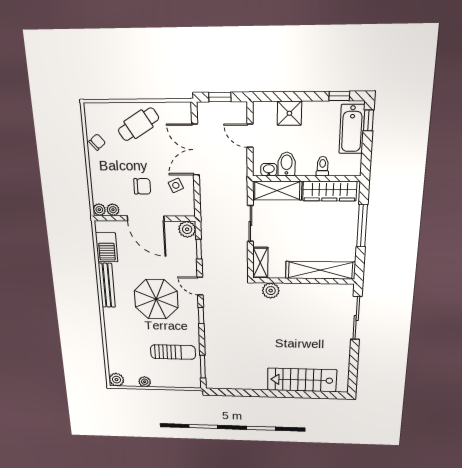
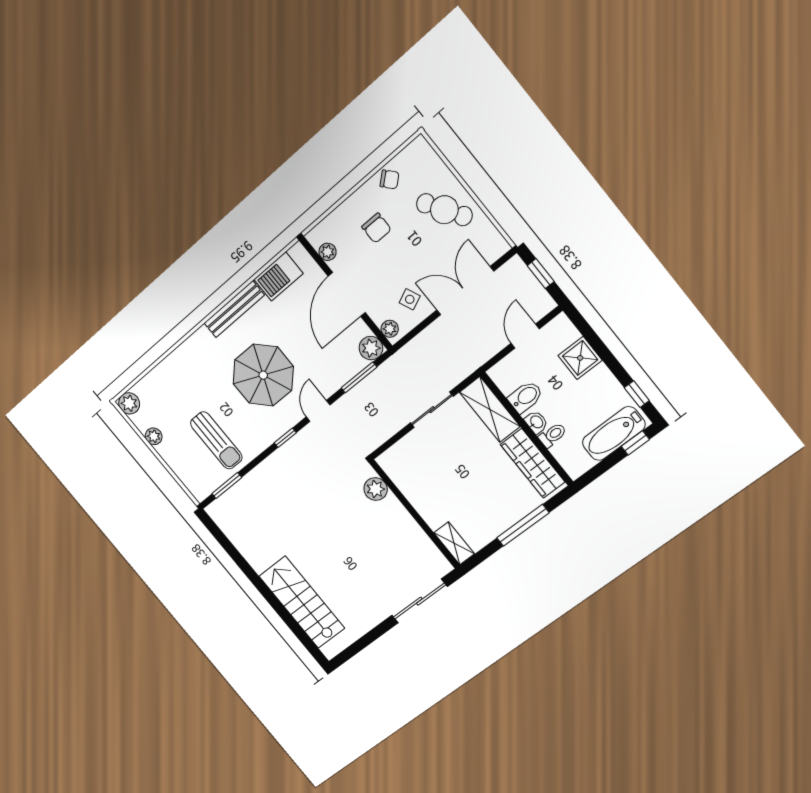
washbasin: (269, 170) -> (536, 422), moved
chair: (142, 186) -> (377, 228), moved
plant: (99, 210) -> (390, 329), moved
window: (199, 249) -> (359, 377), width x1.50
shelving: (260, 263) -> (397, 454), removed
shelving: (320, 270) -> (454, 543), width x0.45, depth x0.75

